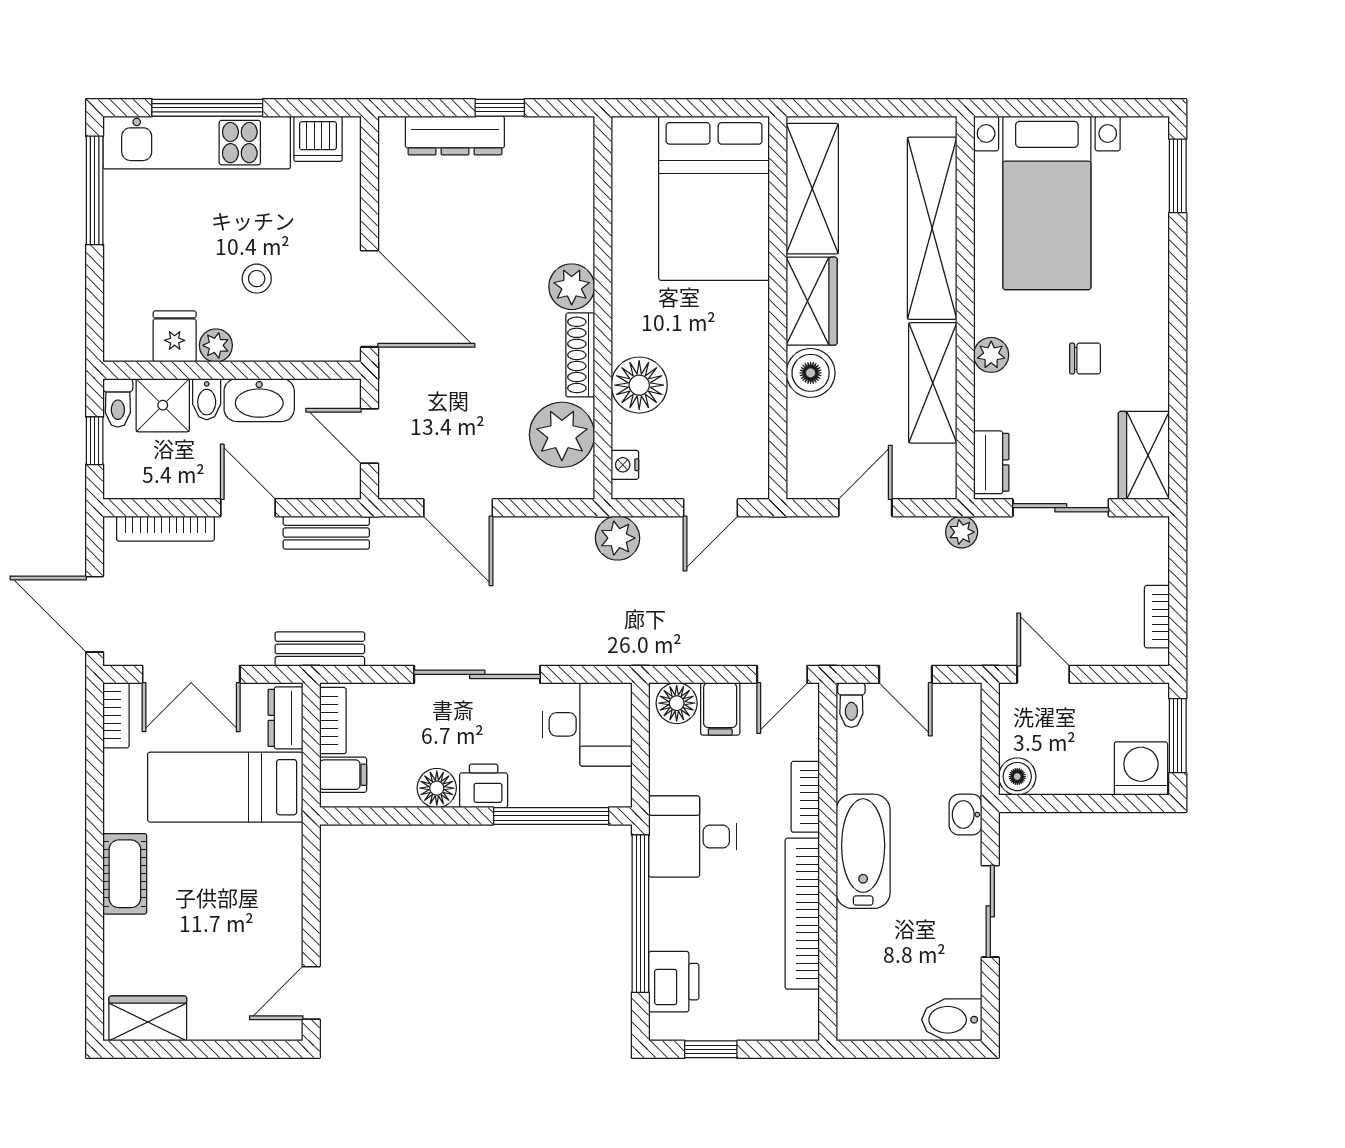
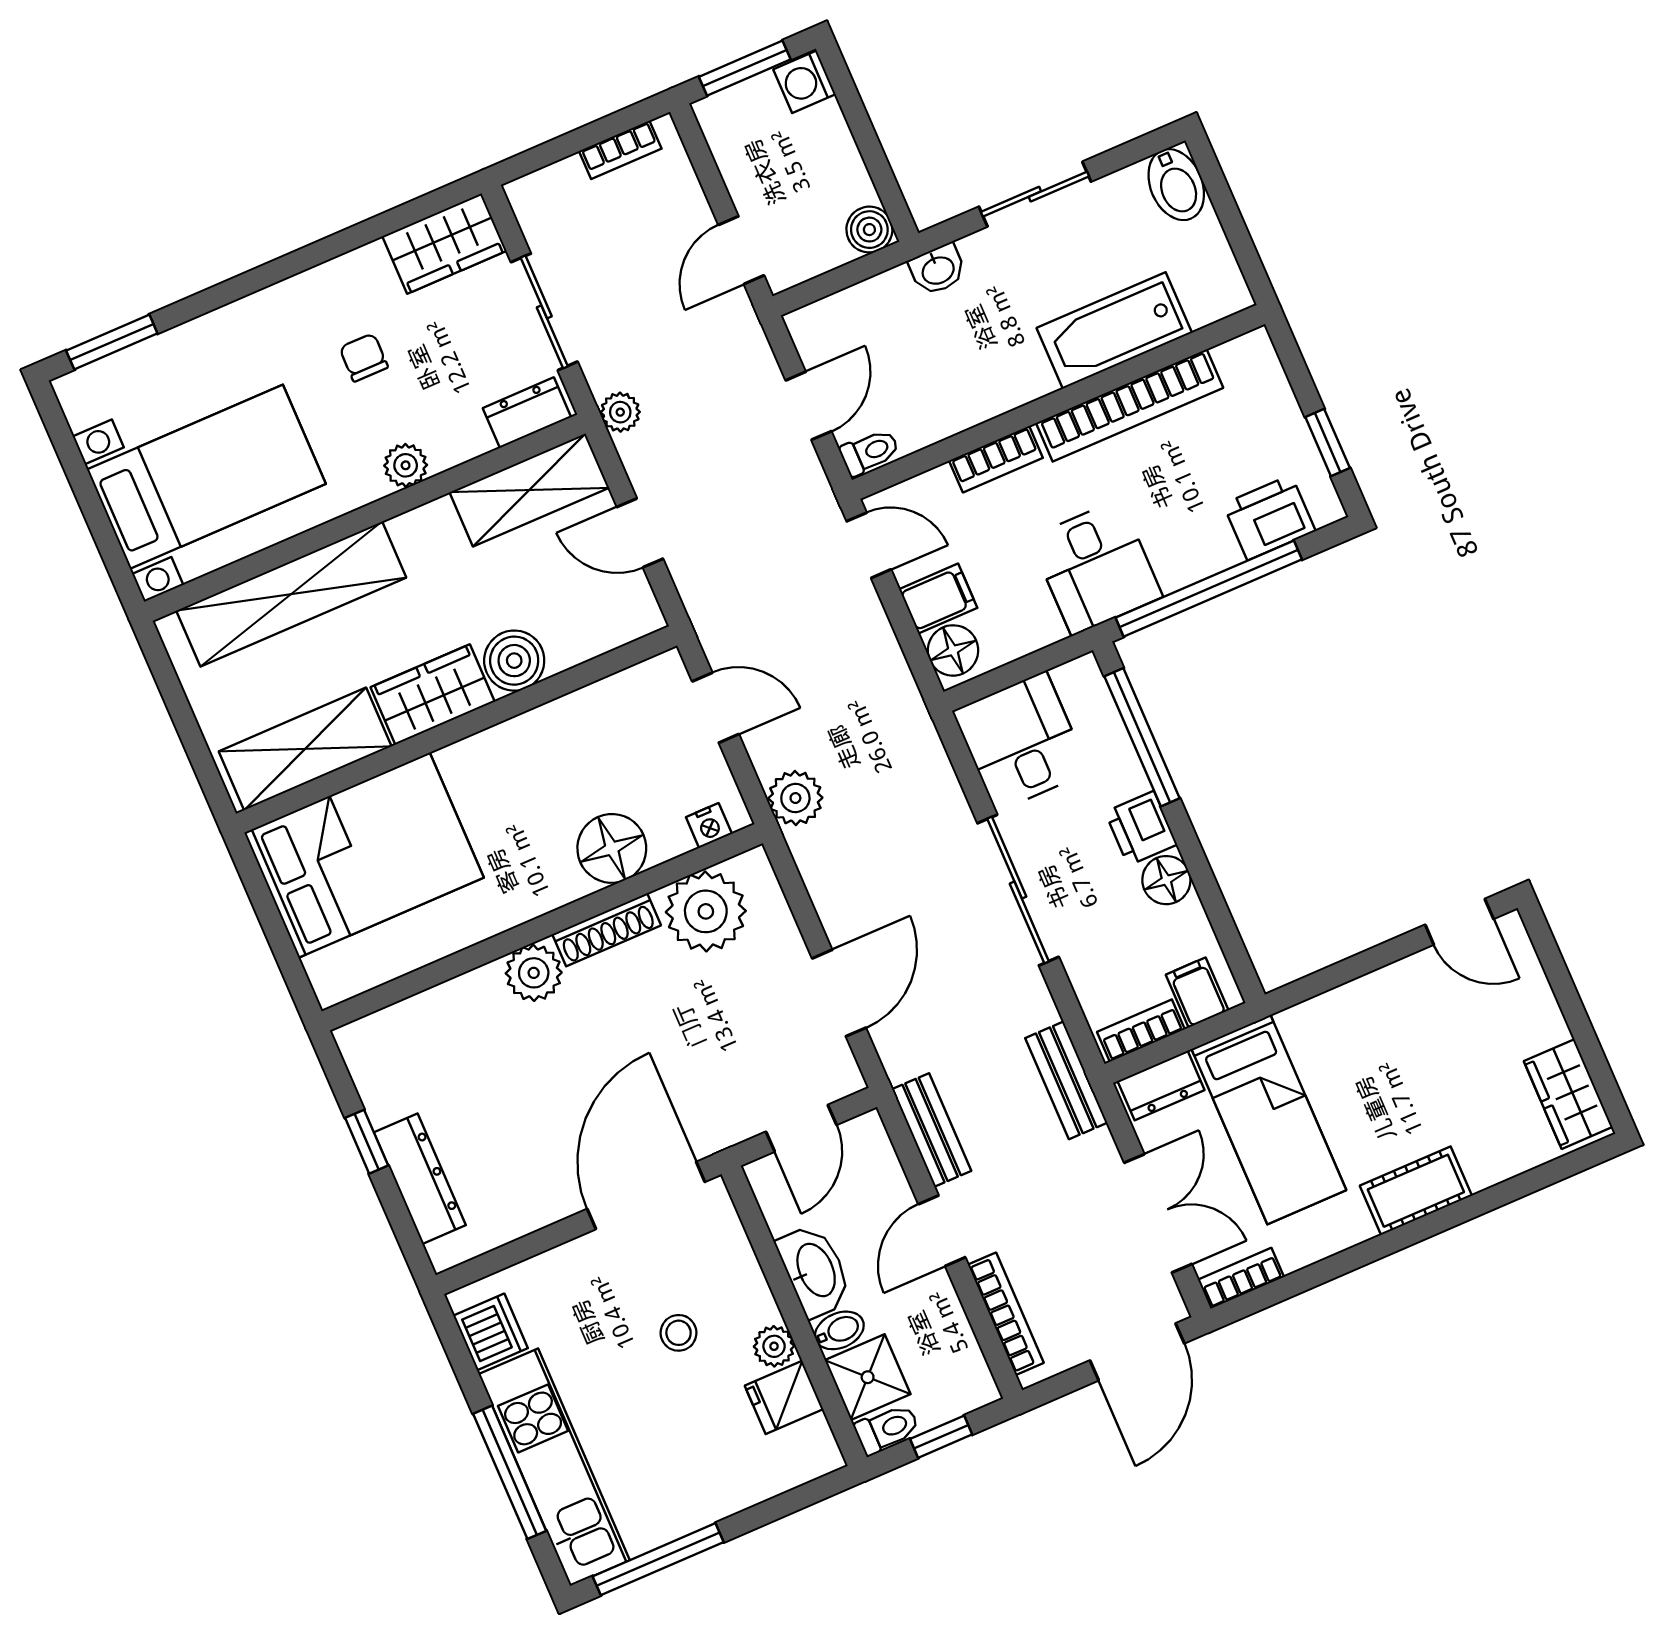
shelving: (933, 383) -> (529, 490), moved
washing machine: (1141, 768) -> (804, 82), width x0.73, depth x0.73
bathtub: (863, 851) -> (1114, 330), moved

